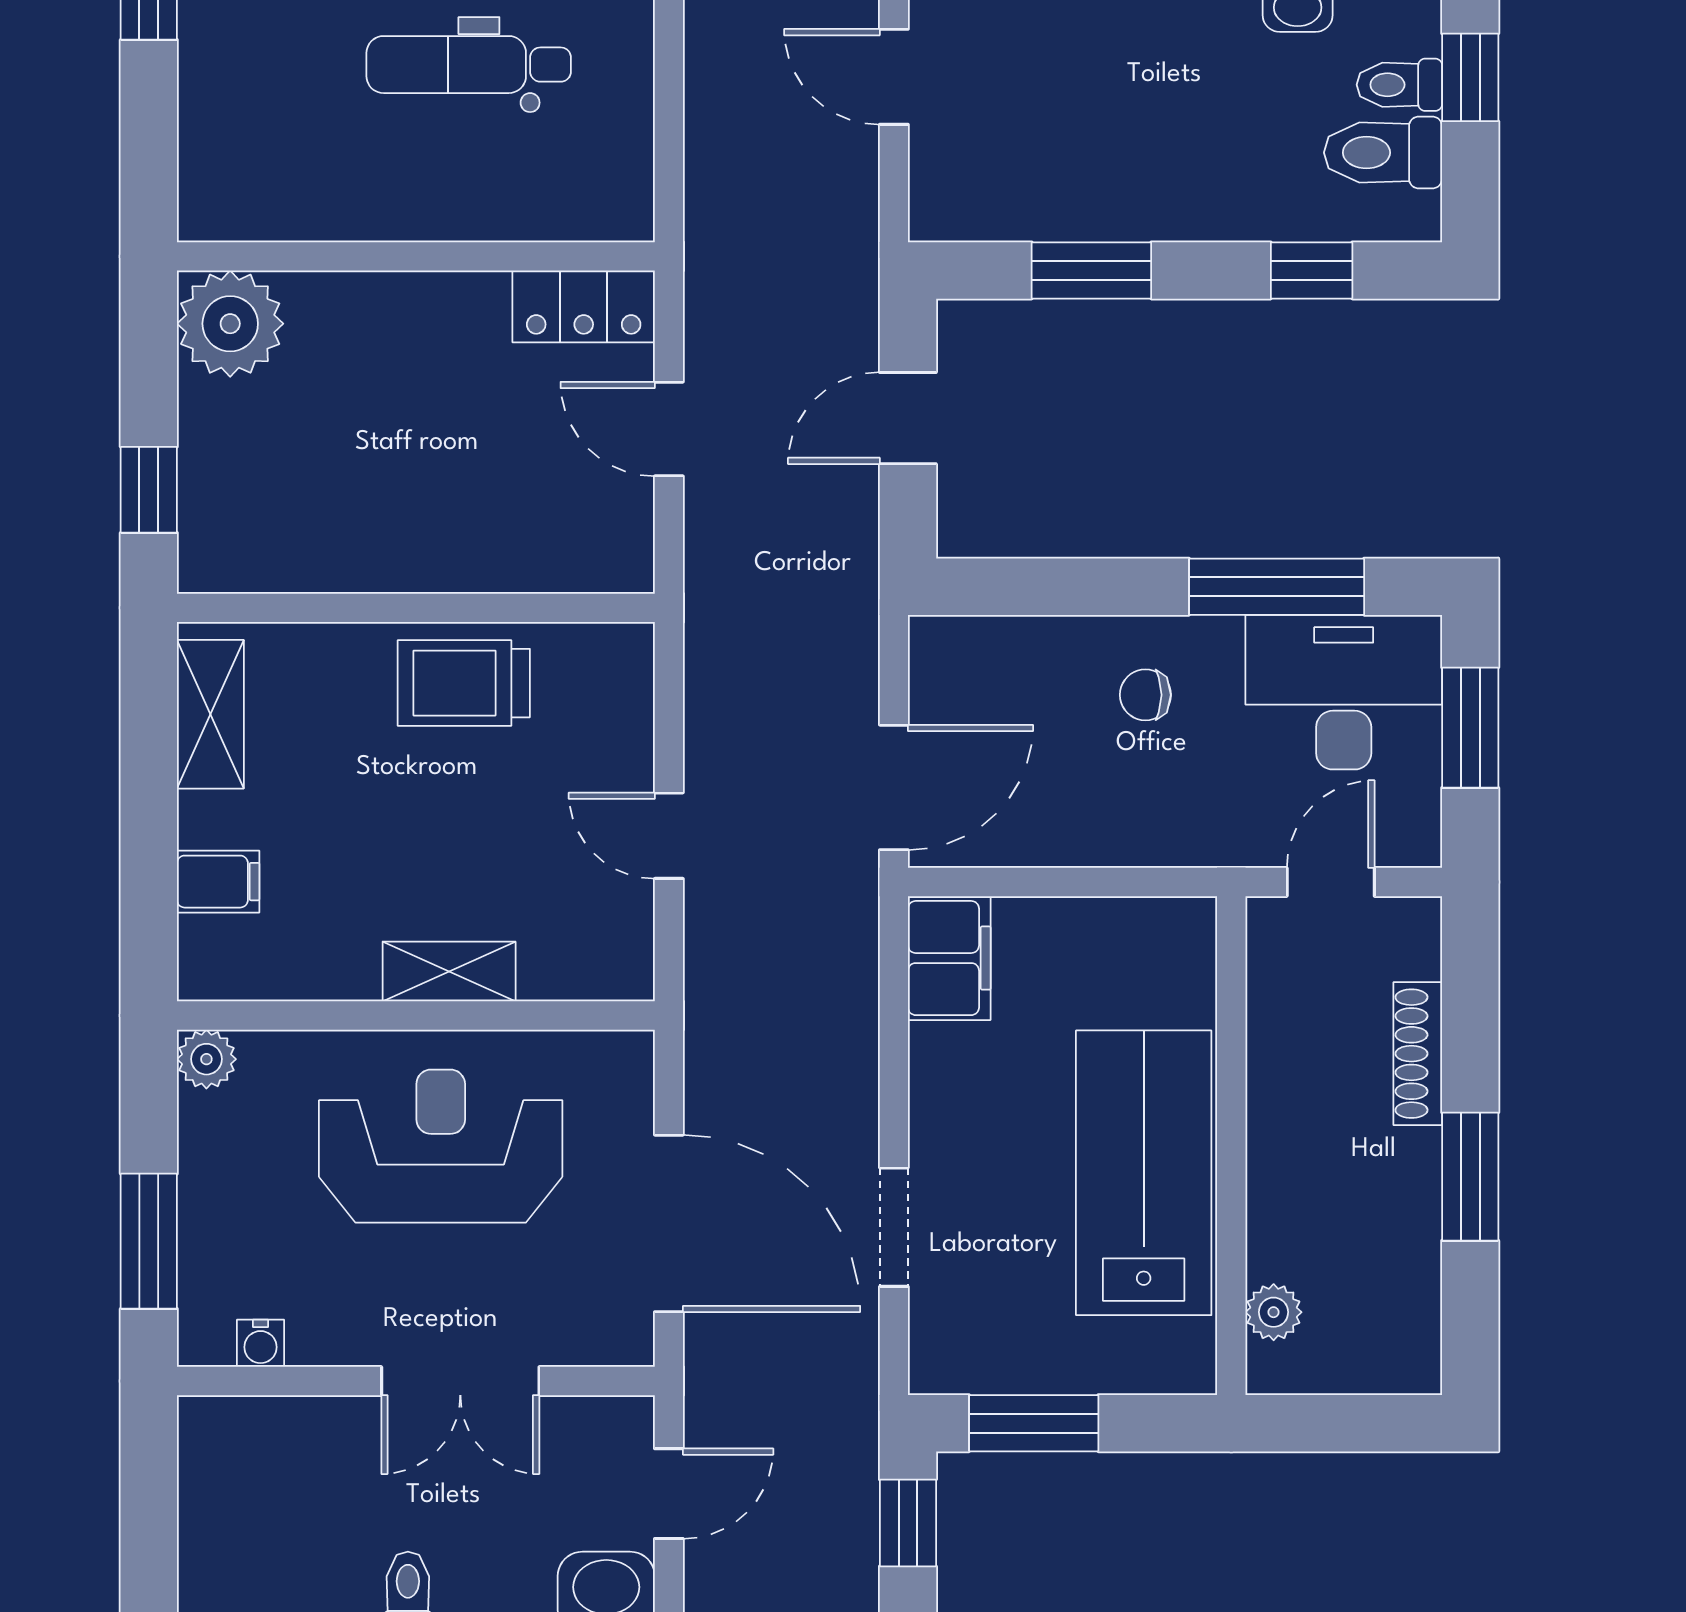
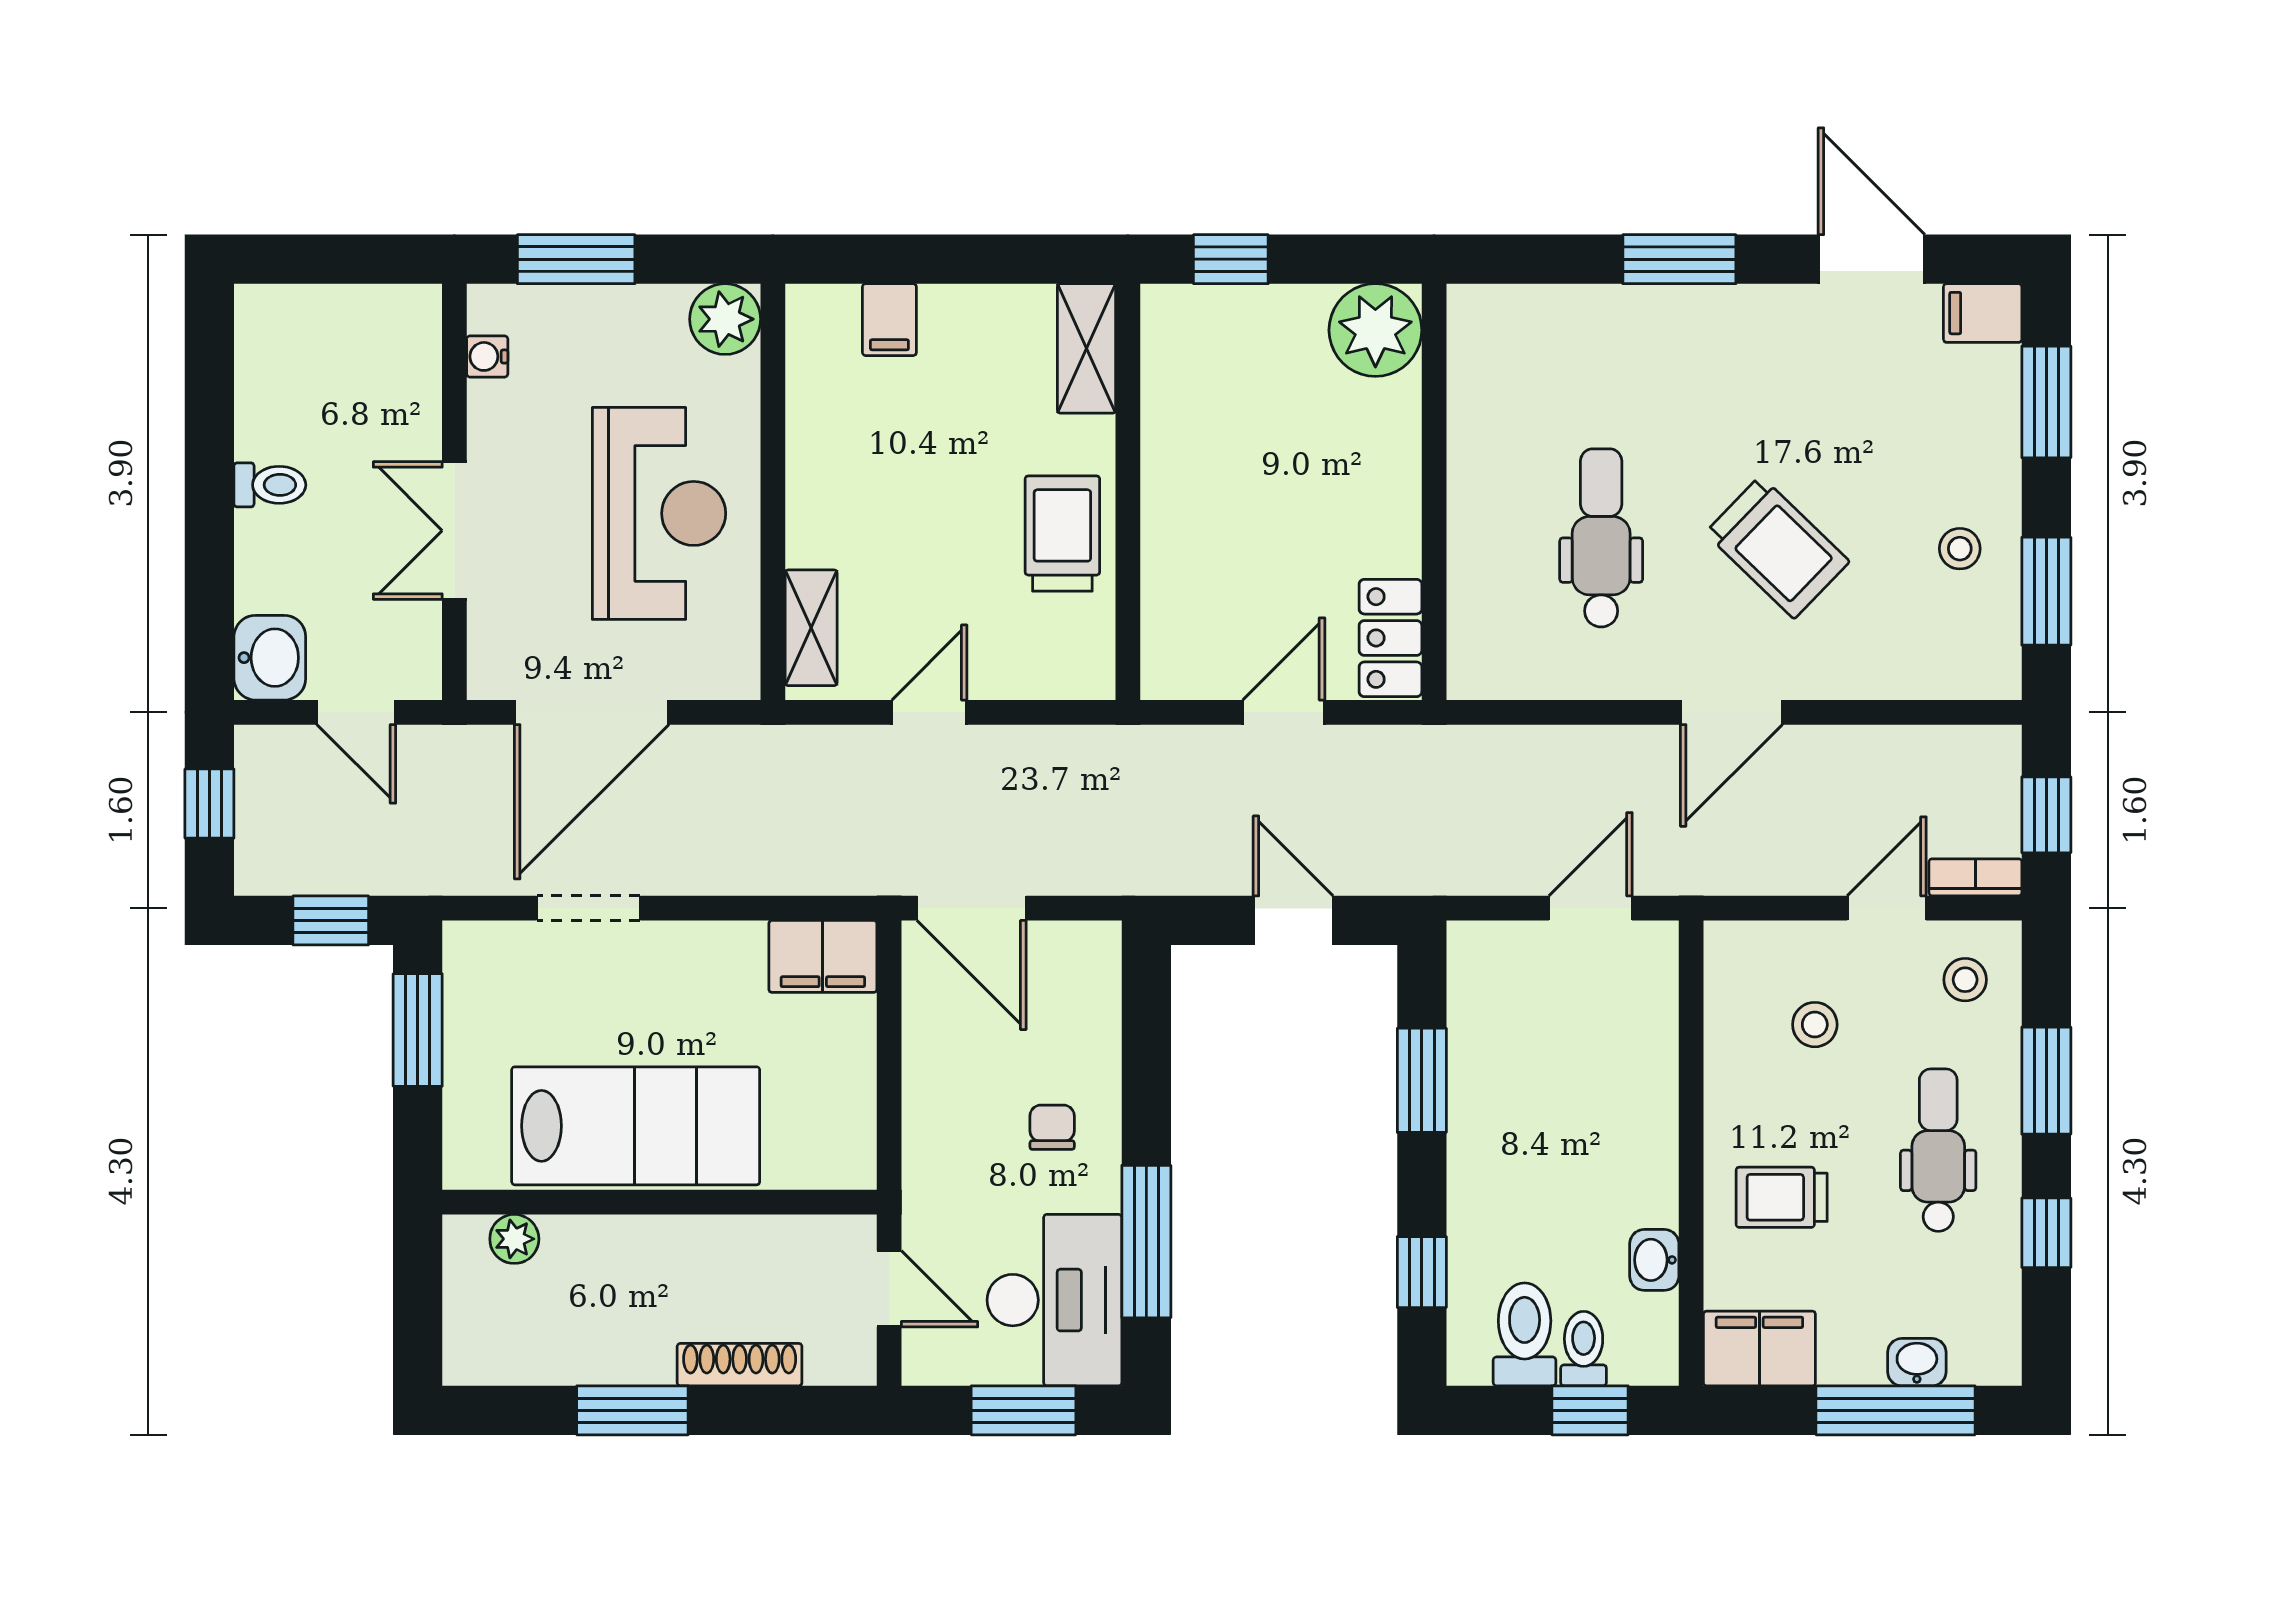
shelving: (210, 714) -> (1086, 348), moved, turned 90
shelving: (449, 972) -> (811, 628), moved
plant: (206, 1059) -> (725, 319), width x1.38, depth x1.38

